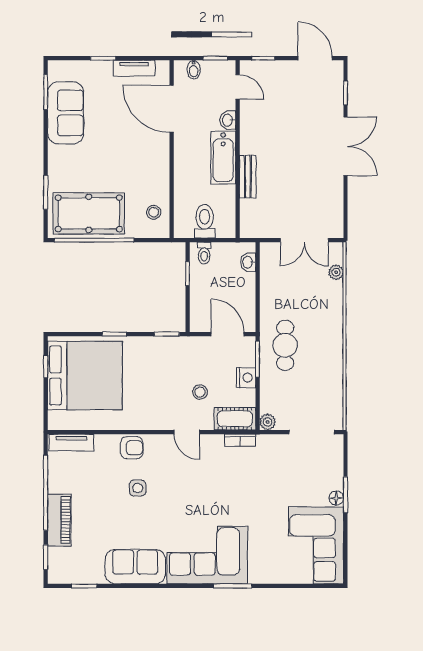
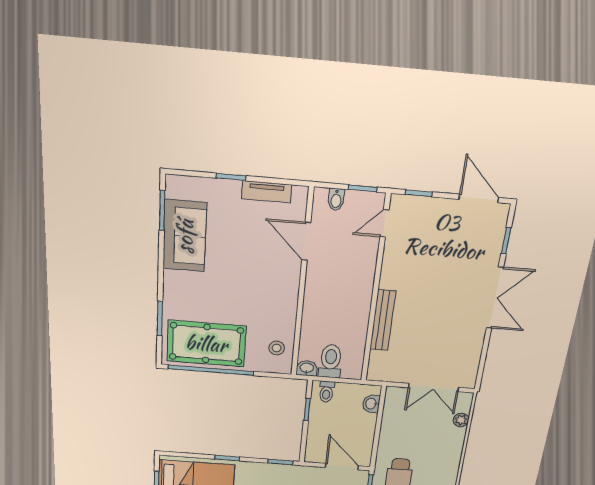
door: (238, 87) -> (384, 223), swing flipped
door: (172, 109) -> (306, 241), width x0.73
washbasin: (228, 120) -> (307, 368), moved, turned 90
bathtub: (223, 158) -> (358, 299), removed
bench: (248, 177) -> (383, 320), width x1.36

